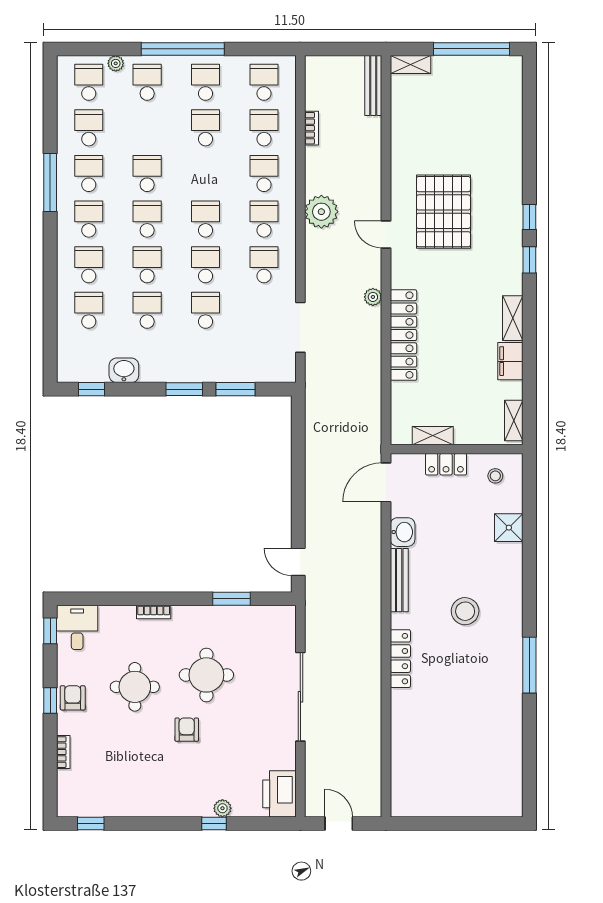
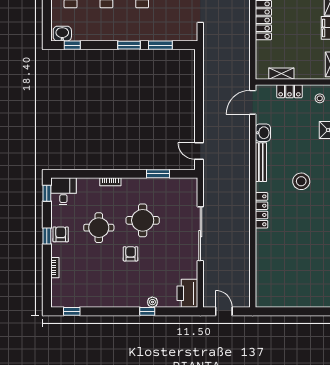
washbasin: (124, 370) -> (62, 34), moved

